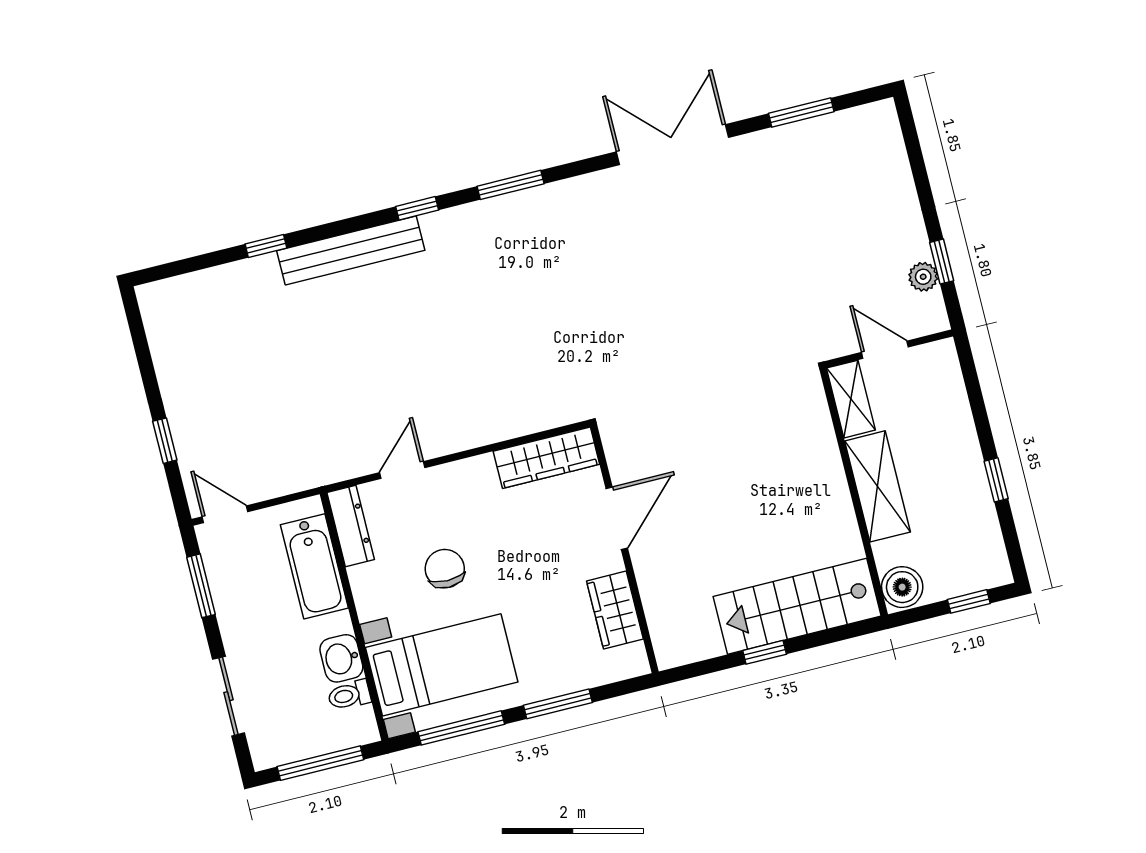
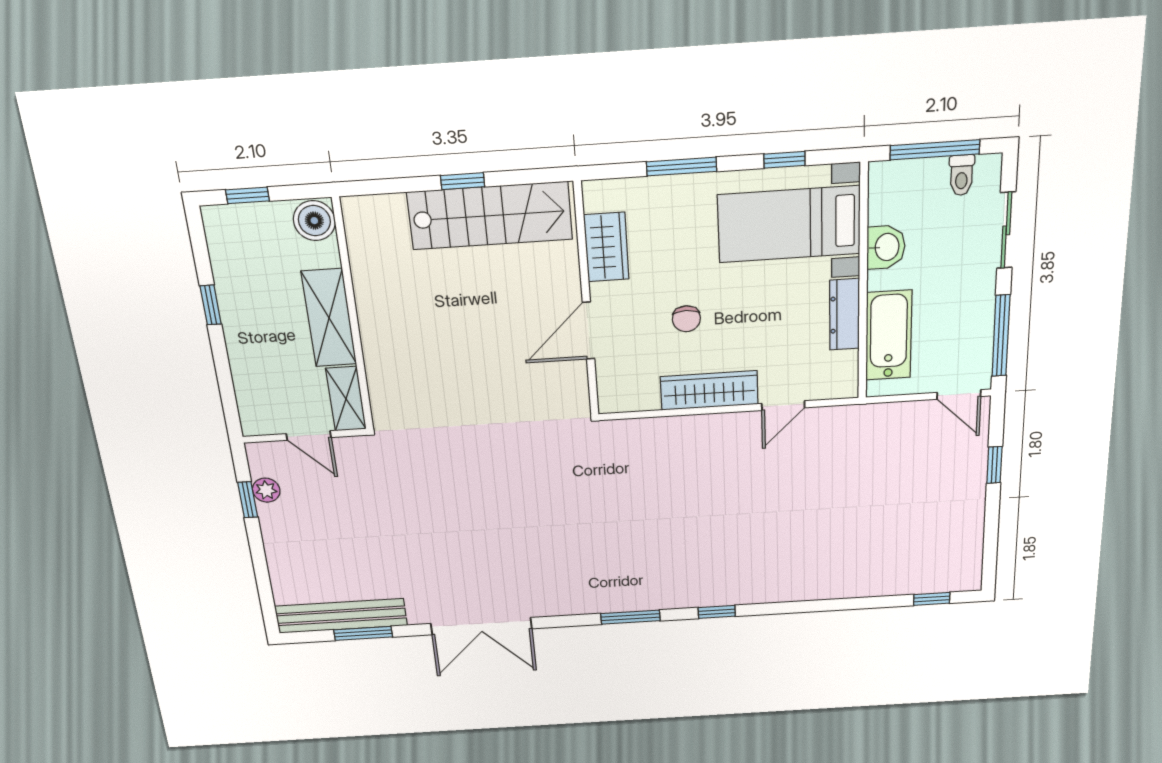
window: (266, 246) -> (932, 599), moved
bench: (351, 251) -> (341, 616), moved
wardrobe: (546, 458) -> (709, 390), moved
dresser: (351, 526) -> (845, 314), moved
chair: (445, 569) -> (686, 319), moved, width x0.73, depth x0.73
window: (201, 586) -> (1001, 336), width x1.44
stairs: (797, 606) -> (490, 216), moved
toilet: (349, 695) -> (962, 175), moved, turned 90
window: (461, 728) -> (784, 160), width x0.46

